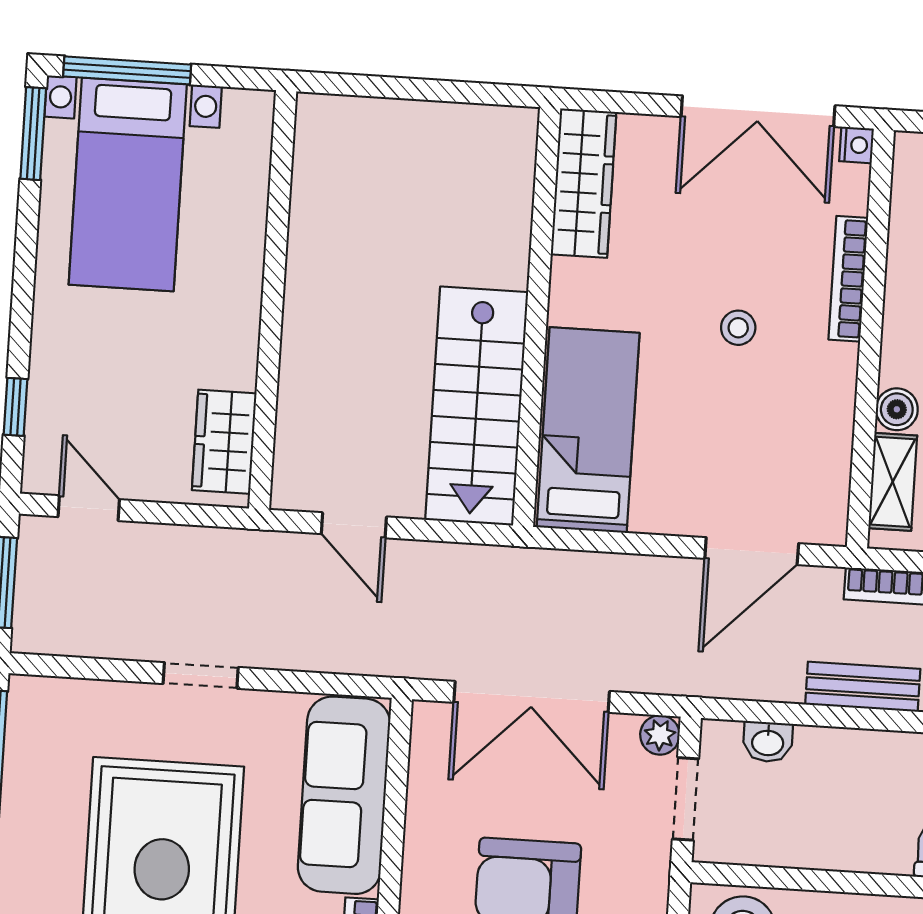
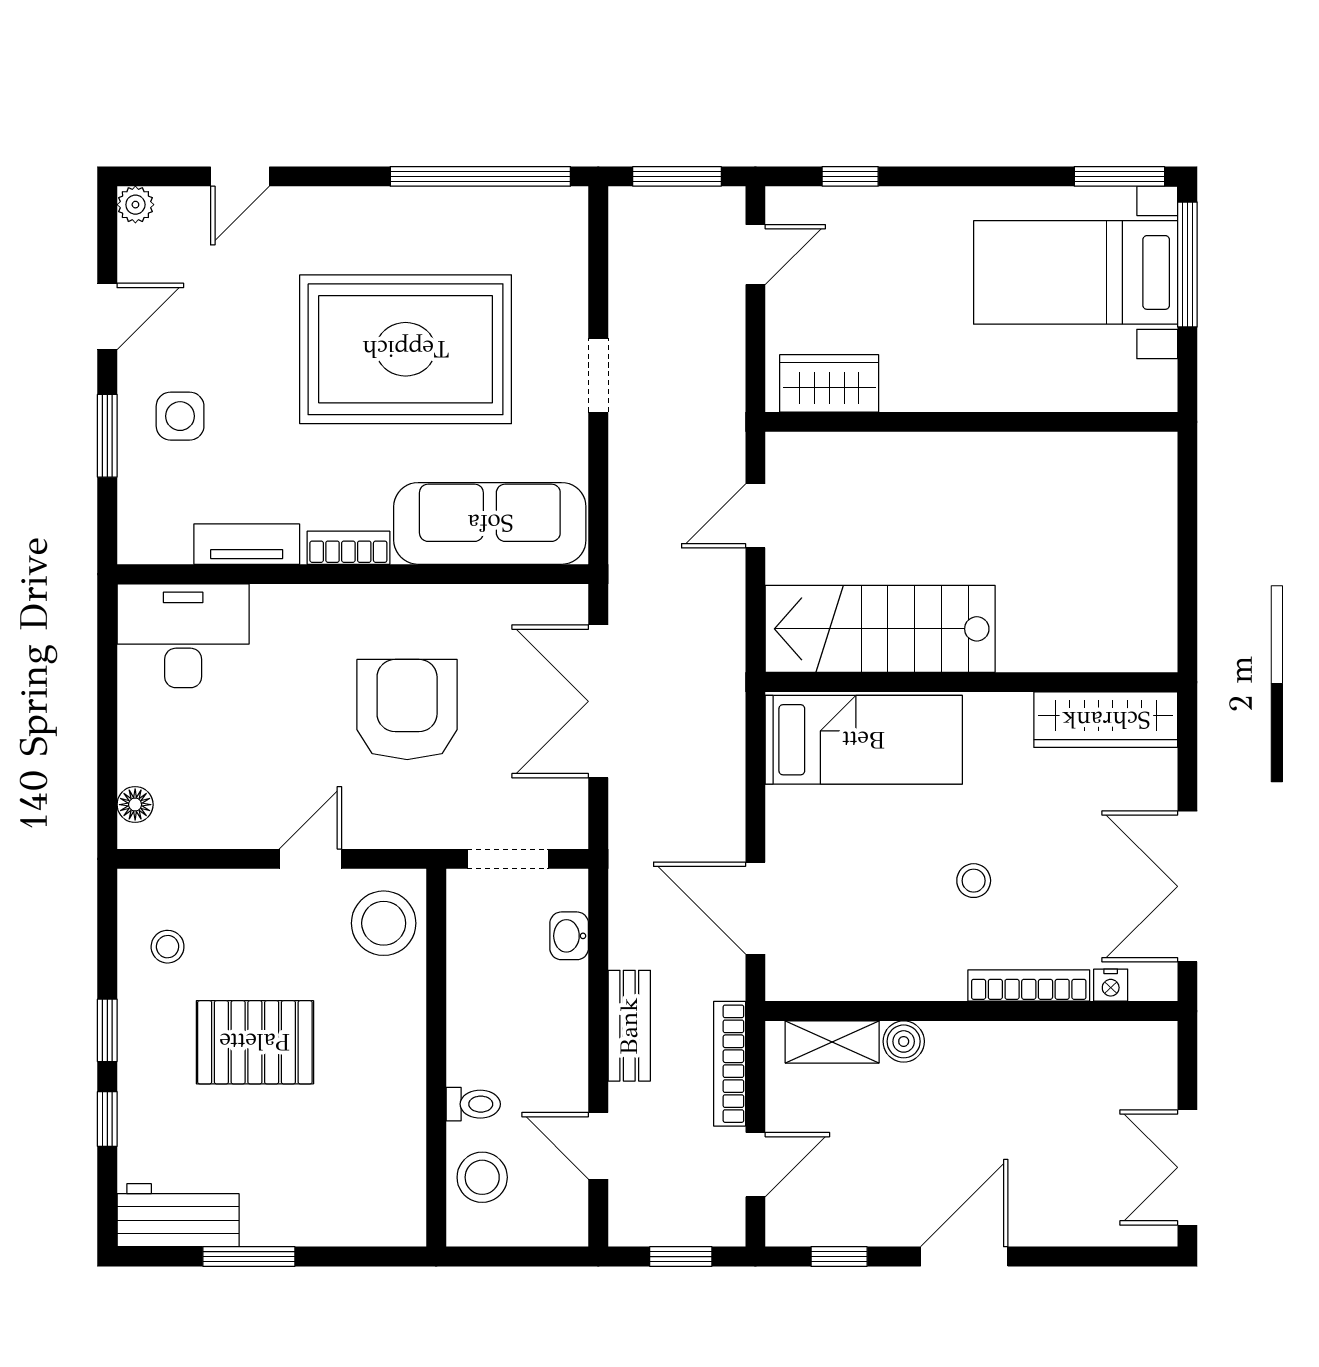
nightstand: (857, 145) -> (1111, 985), moved
plant: (660, 735) -> (569, 830), removed

